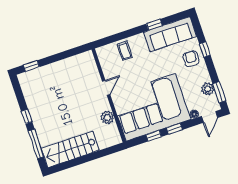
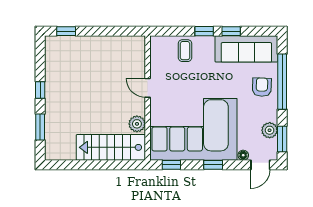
window: (134, 31) -> (204, 31), added
window: (205, 50) -> (282, 82), width x3.17
door: (106, 88) -> (148, 88), swing flipped
window: (154, 136) -> (171, 165), moved
window: (36, 144) -> (40, 127), width x0.69
stairs: (70, 149) -> (111, 147), moved

